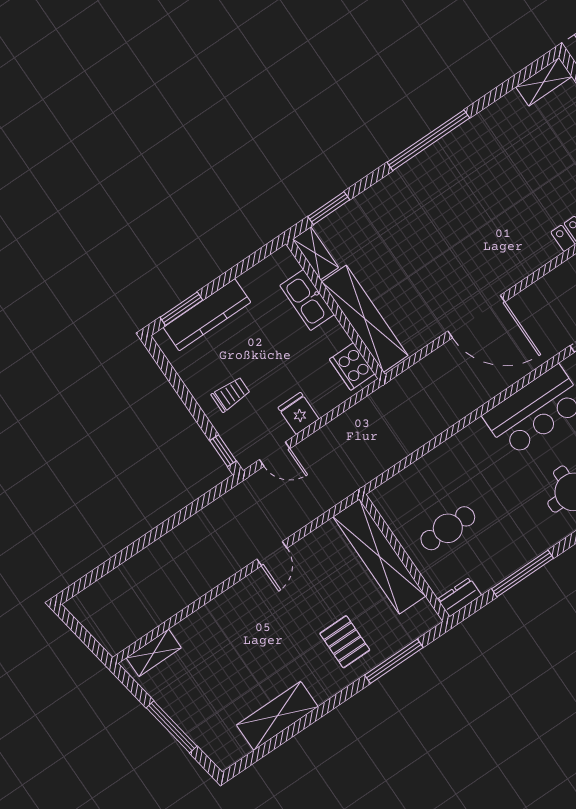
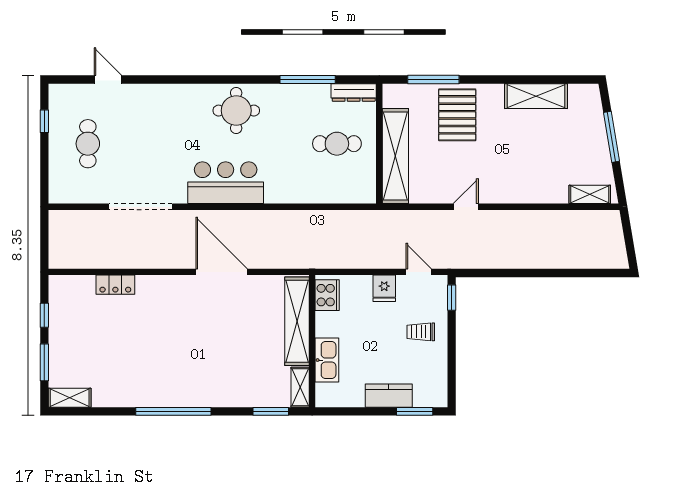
kitchen counter: (207, 315) -> (389, 396), width x0.67
dresser: (459, 597) -> (354, 92), width x1.44
pallet: (345, 642) -> (457, 115), width x1.50, depth x1.42

